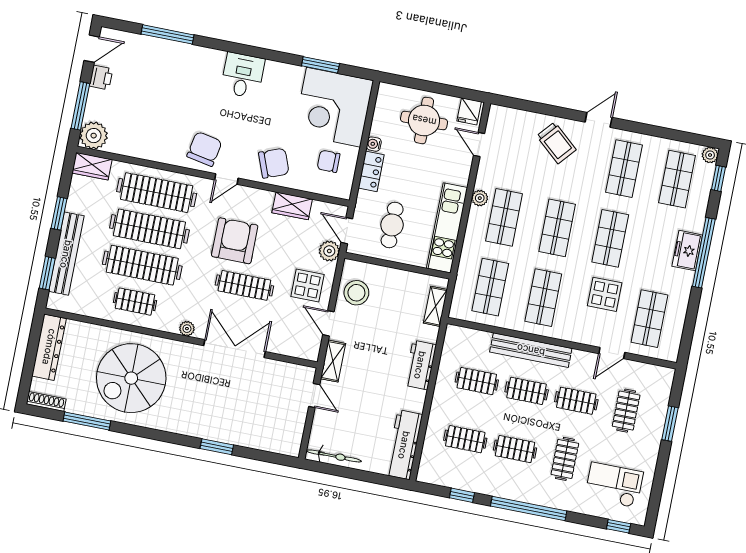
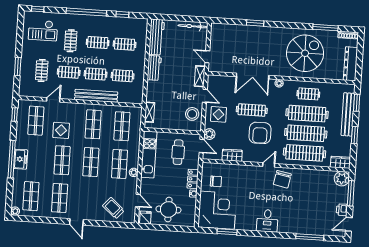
door: (599, 120) -> (76, 222), hinge flipped
trolley: (556, 143) -> (113, 208), moved
chair: (274, 163) -> (245, 177), removed
window: (719, 178) -> (15, 115), moved
workbench: (420, 365) -> (154, 68), moved

